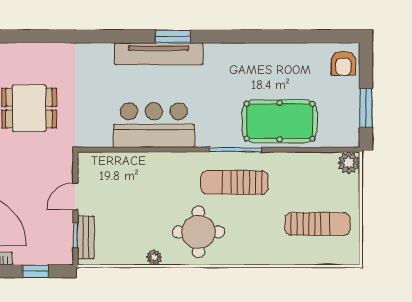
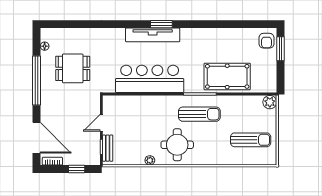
window: (366, 108) -> (280, 49), moved
bar counter: (154, 125) -> (150, 79), width x1.36
sun lounger: (234, 182) -> (199, 114), turned 180

